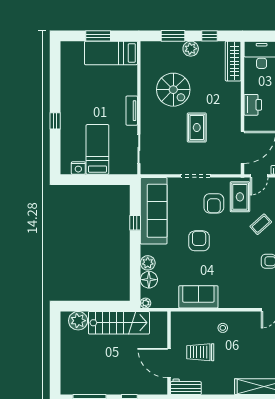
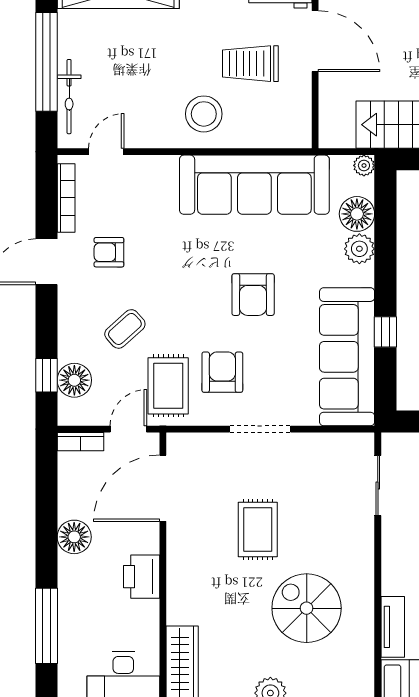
tv unit: (132, 111) -> (393, 627), moved
sofa: (198, 297) -> (254, 185), width x1.85, depth x1.27
stool: (223, 328) -> (204, 114), width x1.89, depth x1.89
trolley: (200, 352) -> (250, 64), turned 180

